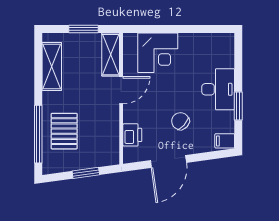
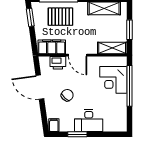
window: (167, 29) -> (129, 86), added
door: (121, 90) -> (78, 55), moved
filing cabinet: (109, 144) -> (52, 47), added
window: (86, 173) -> (30, 17), moved

